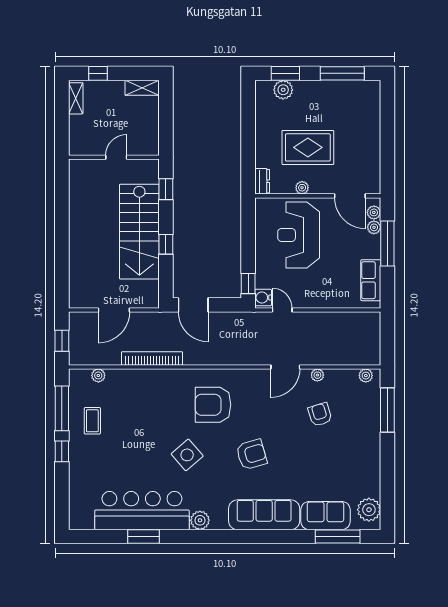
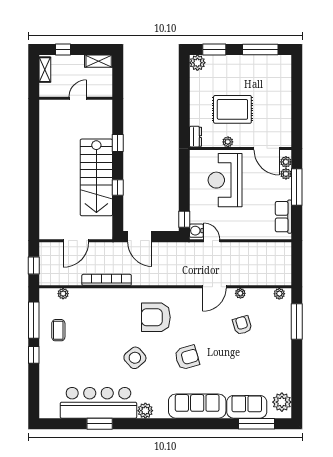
plant: (283, 90) -> (197, 63), moved
wall: (114, 157) -> (76, 98), moved
door: (116, 157) -> (78, 98), moved

